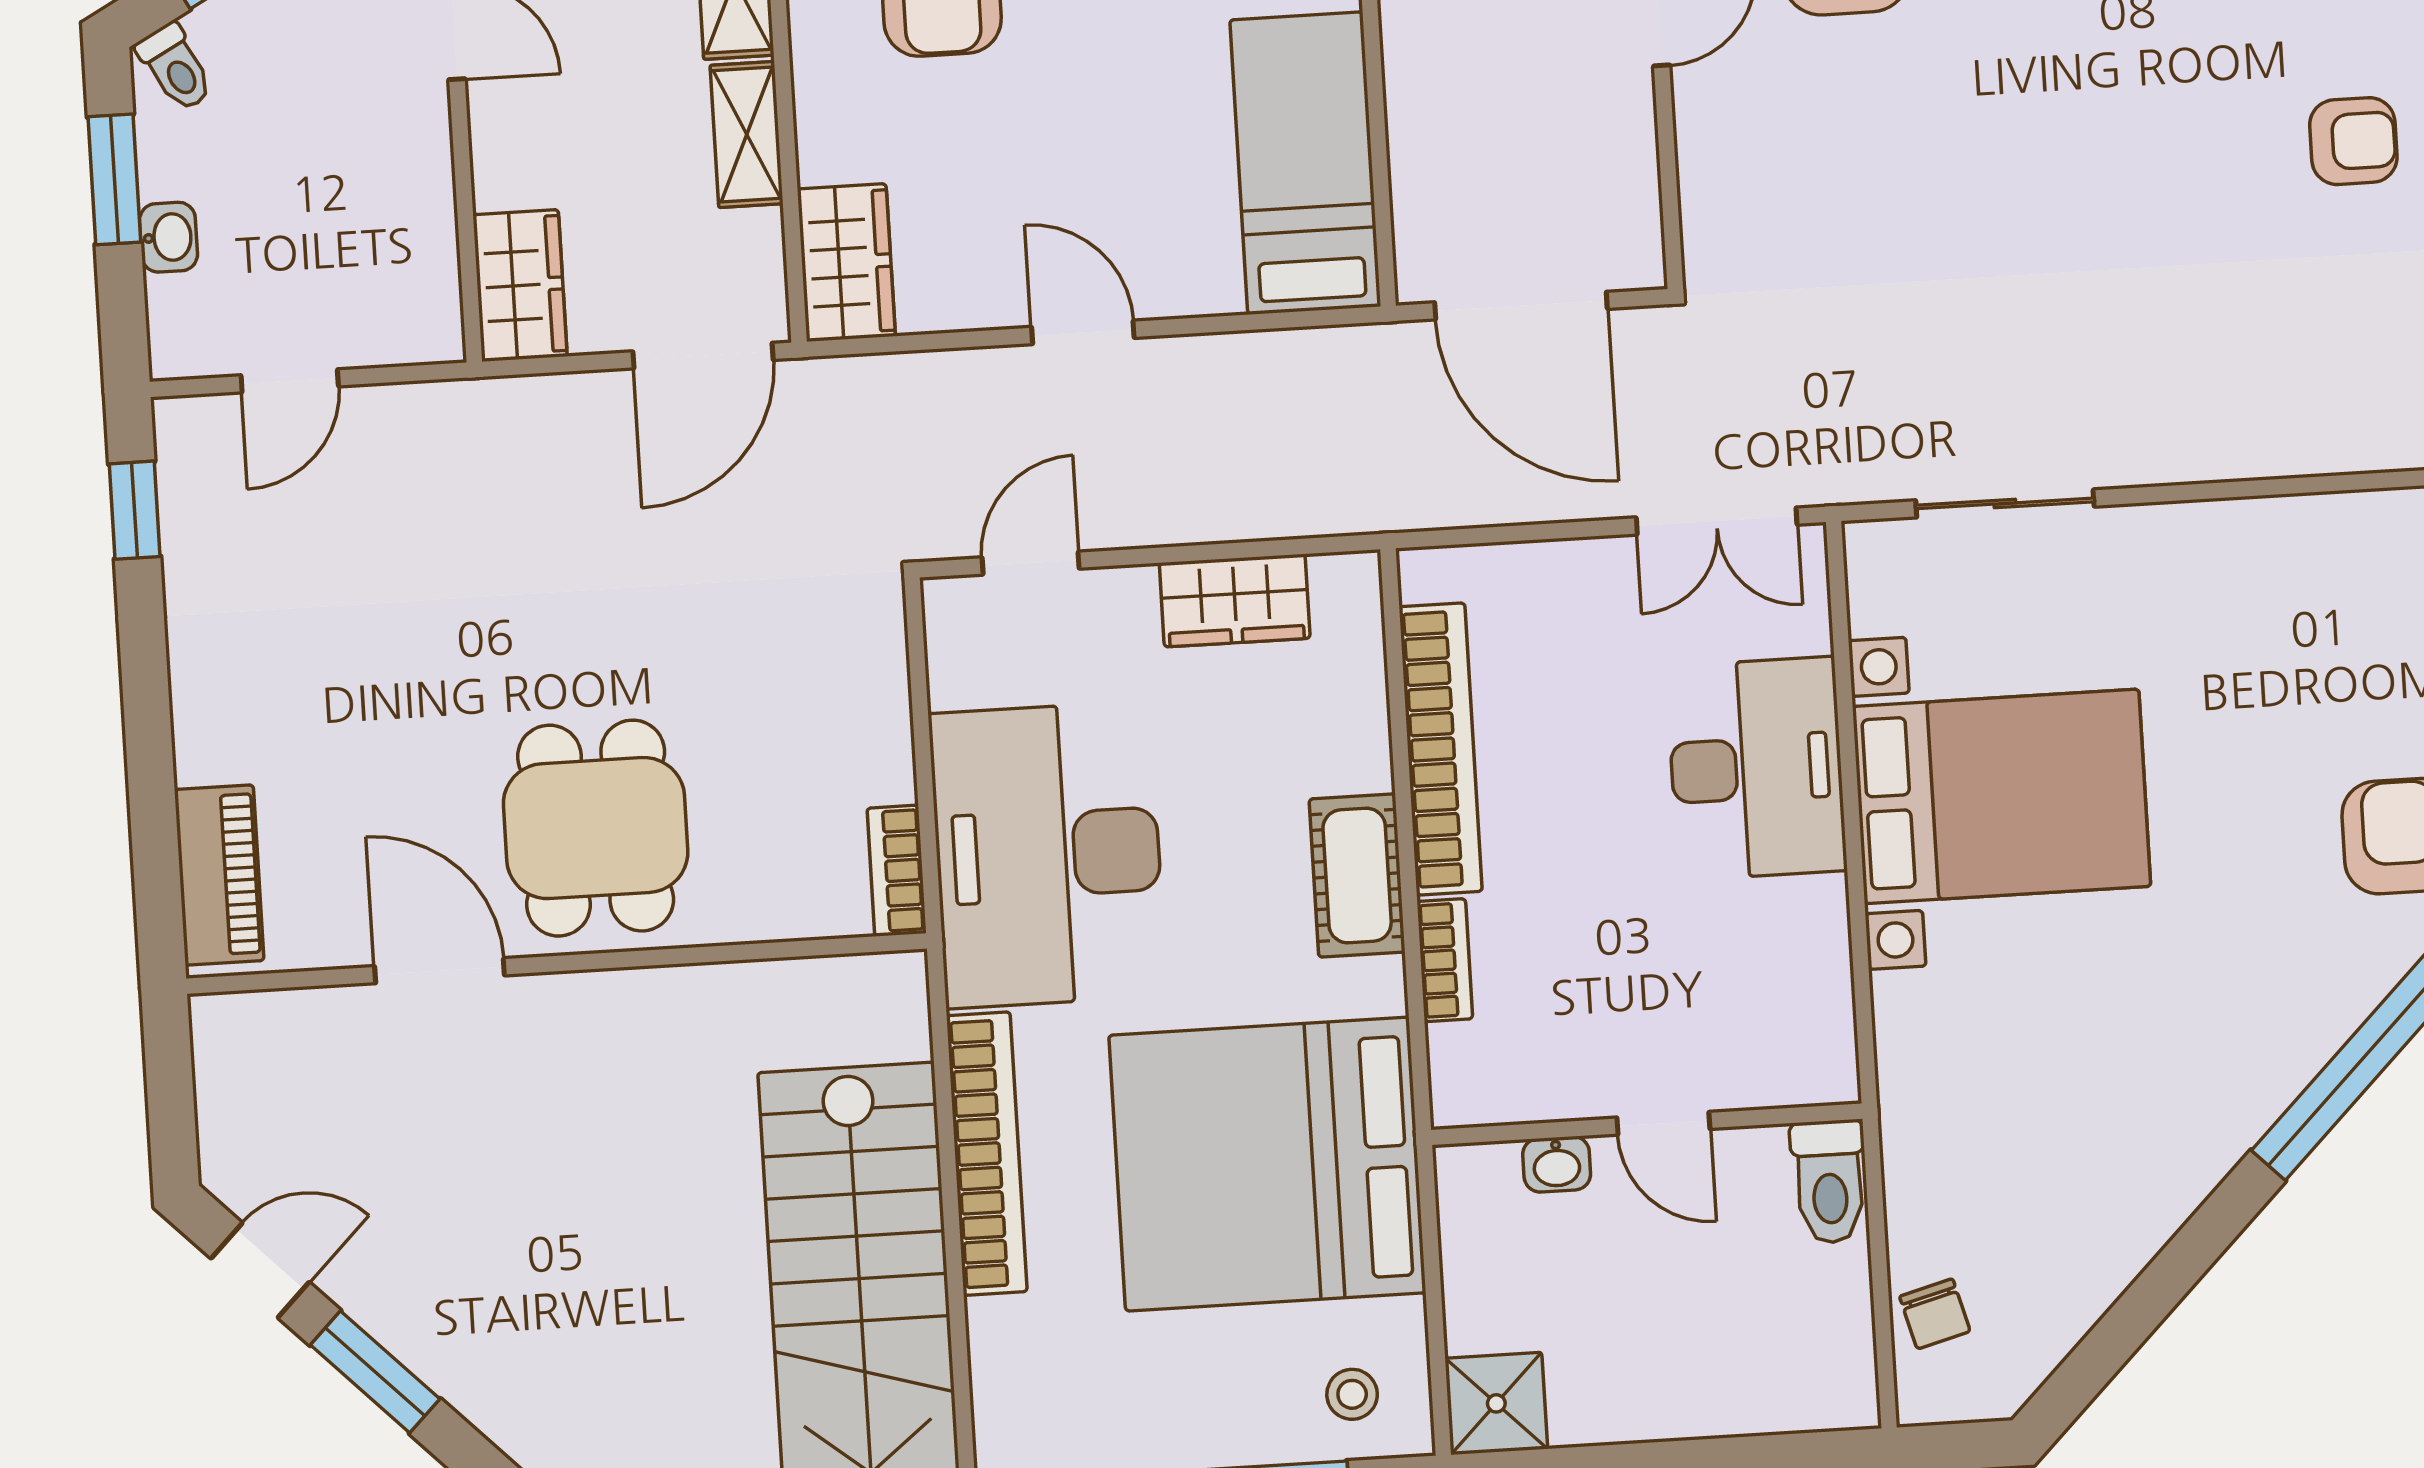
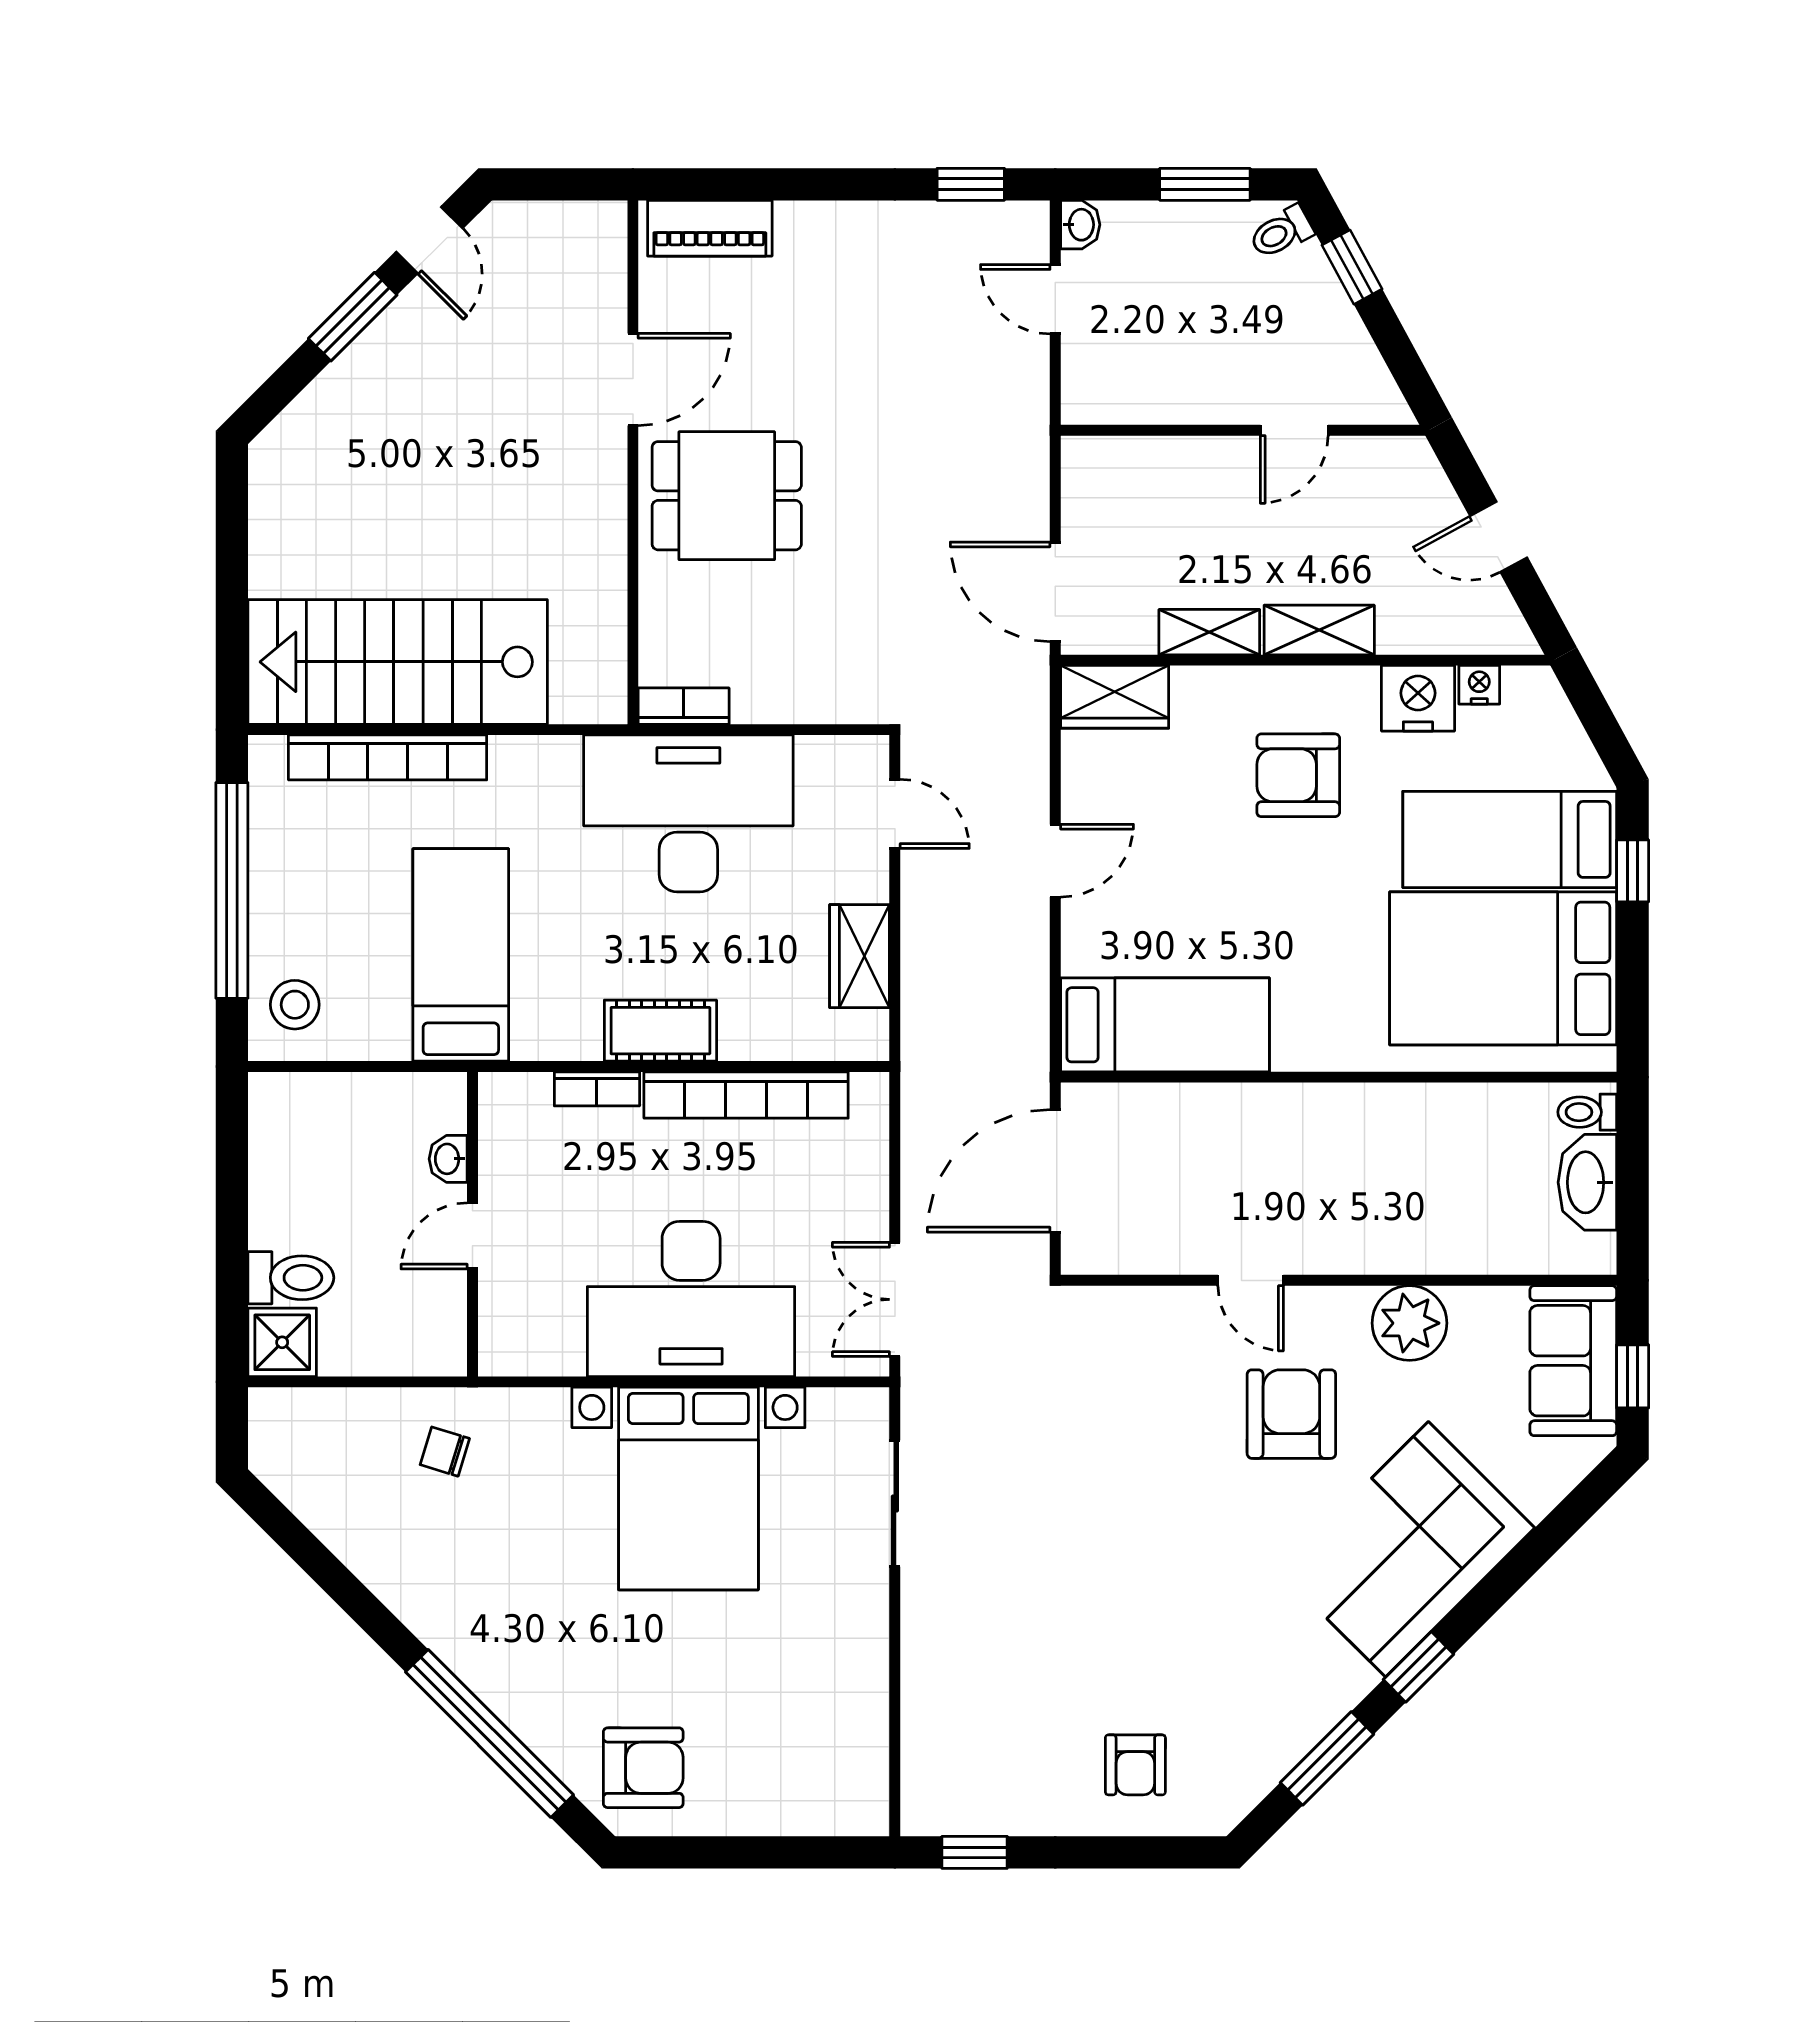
washbasin: (169, 237) -> (1080, 225), moved, turned -90
wardrobe: (520, 285) -> (1113, 466), removed
desk: (1756, 768) -> (691, 1299), width x1.36, depth x1.30
bookcase: (987, 1154) -> (388, 757), moved
bed: (1267, 1164) -> (461, 955), width x0.49
toilet: (1829, 1182) -> (291, 1278), moved, turned 180
chair: (1935, 1314) -> (445, 1452), moved, turned 32
stool: (1352, 1394) -> (295, 1005), width x1.37, depth x1.37
shower: (1496, 1403) -> (282, 1342), moved

